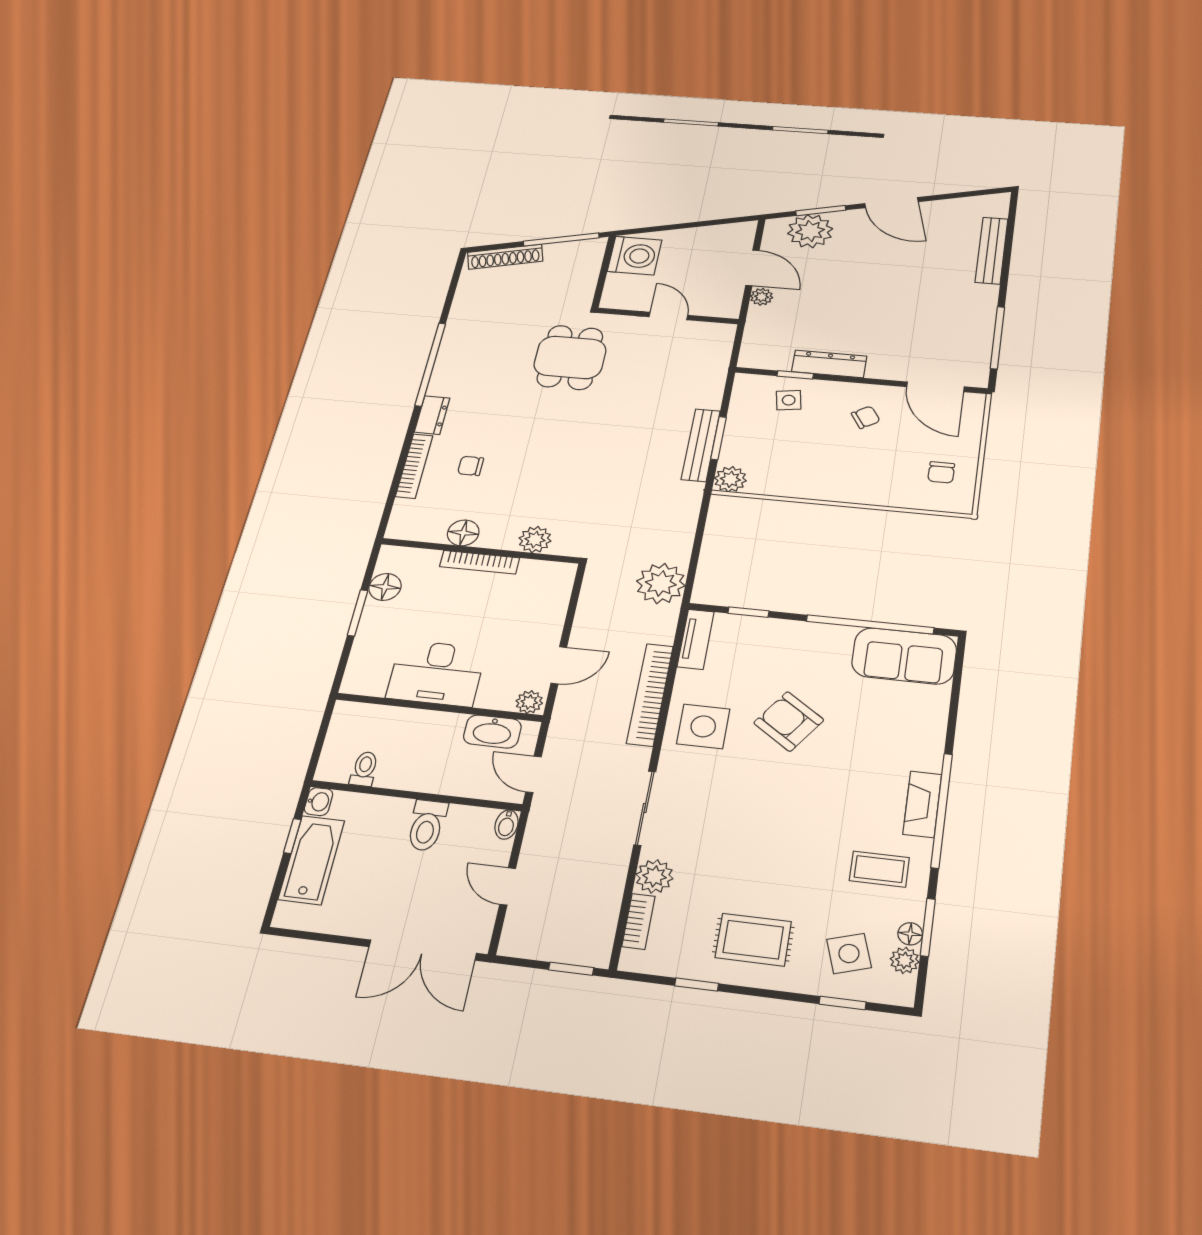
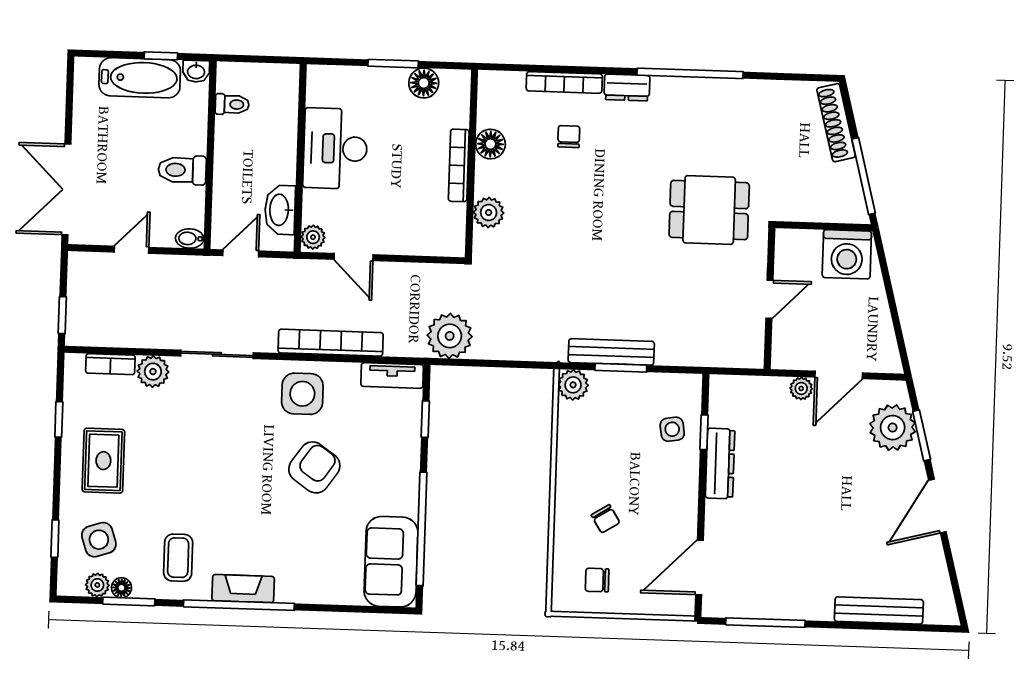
chair: (866, 417) -> (605, 519), moved

